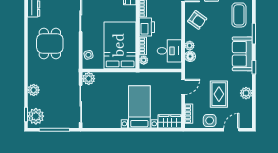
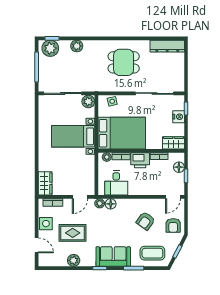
armchair: (197, 20) -> (146, 221), moved
plant: (190, 46) -> (100, 203), moved
door: (183, 87) -> (80, 197), hinge flipped
bed with nightstands: (139, 107) -> (73, 136), moved, turned 180

